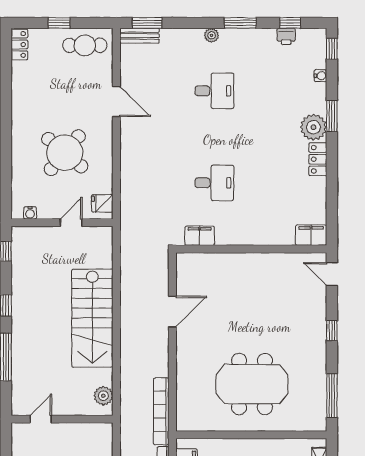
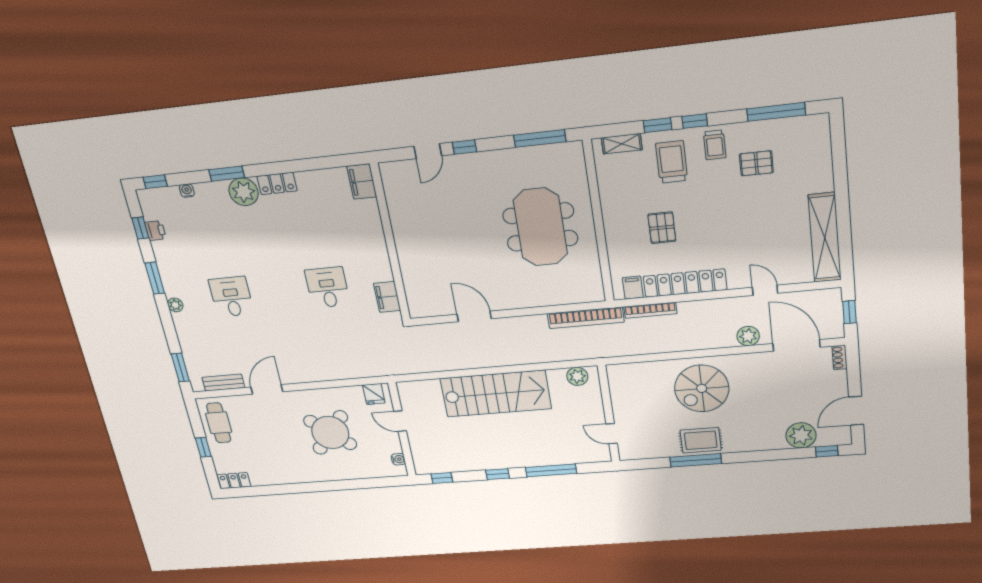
bench: (139, 36) -> (223, 383), moved, turned 90
door: (332, 274) -> (428, 151), moved

